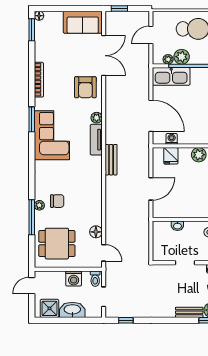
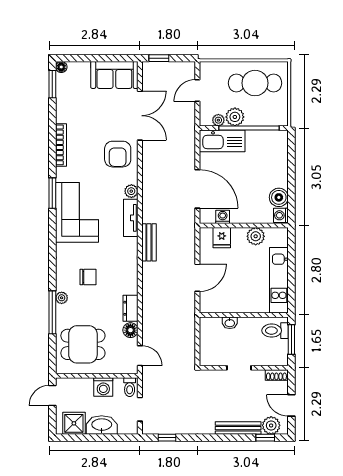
chair: (57, 201) -> (88, 277), moved
dresser: (96, 214) -> (131, 308), added
bench: (189, 312) -> (238, 428), width x1.36

